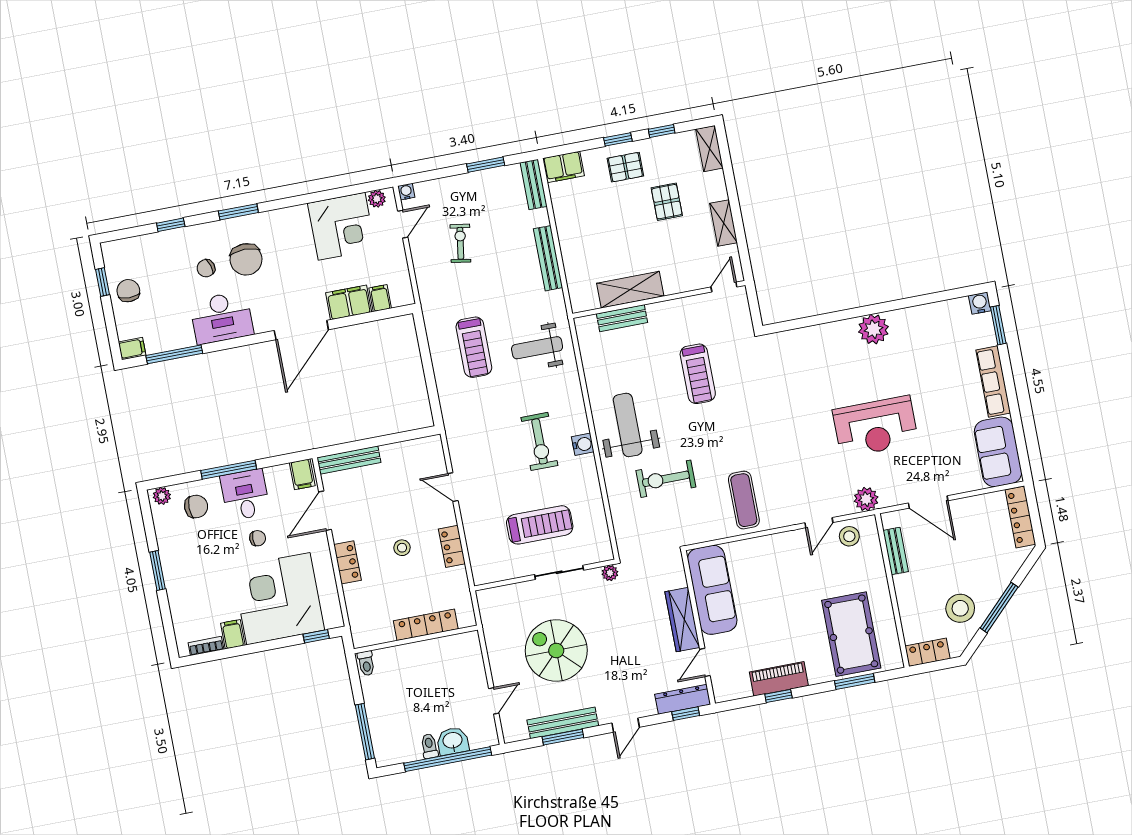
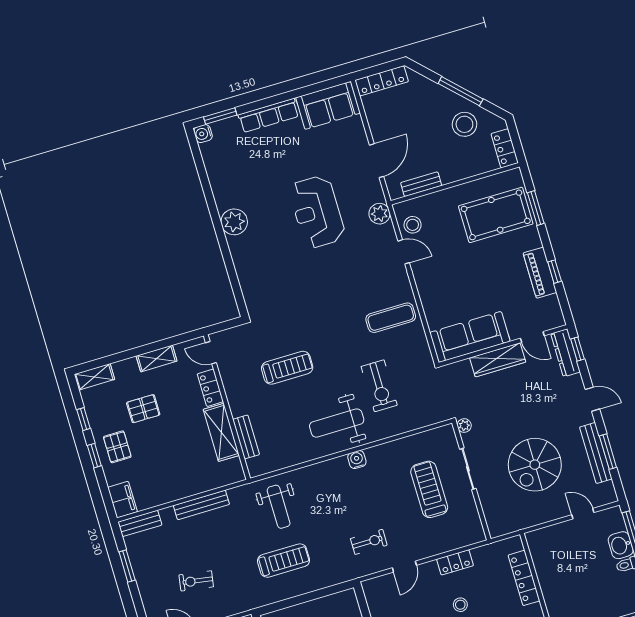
locker: (683, 282) -> (210, 388), added
reception desk: (876, 427) -> (317, 212), turned 180
exercise bike: (539, 441) -> (369, 542), moved, width x0.73, depth x0.72

